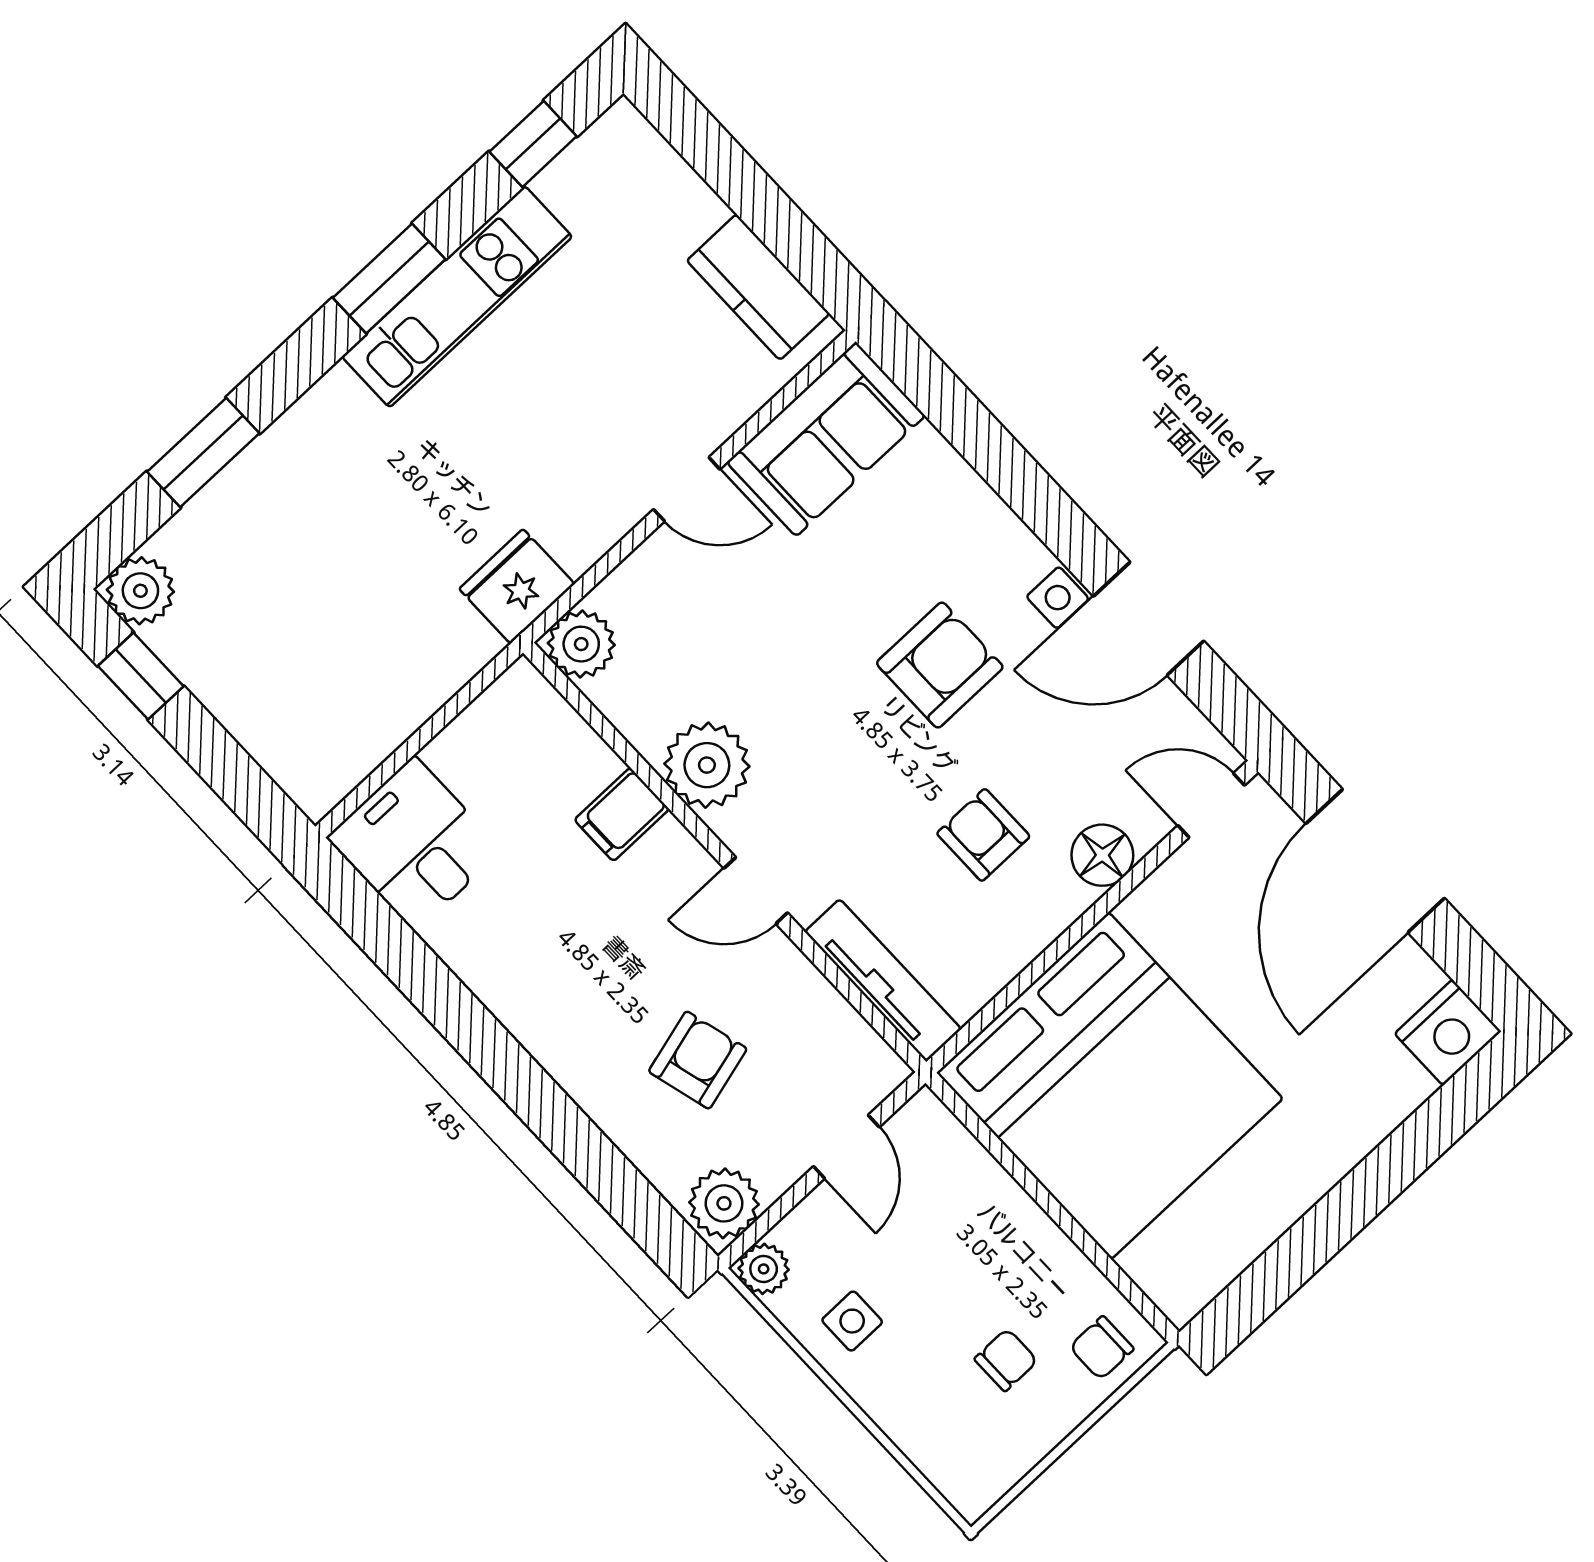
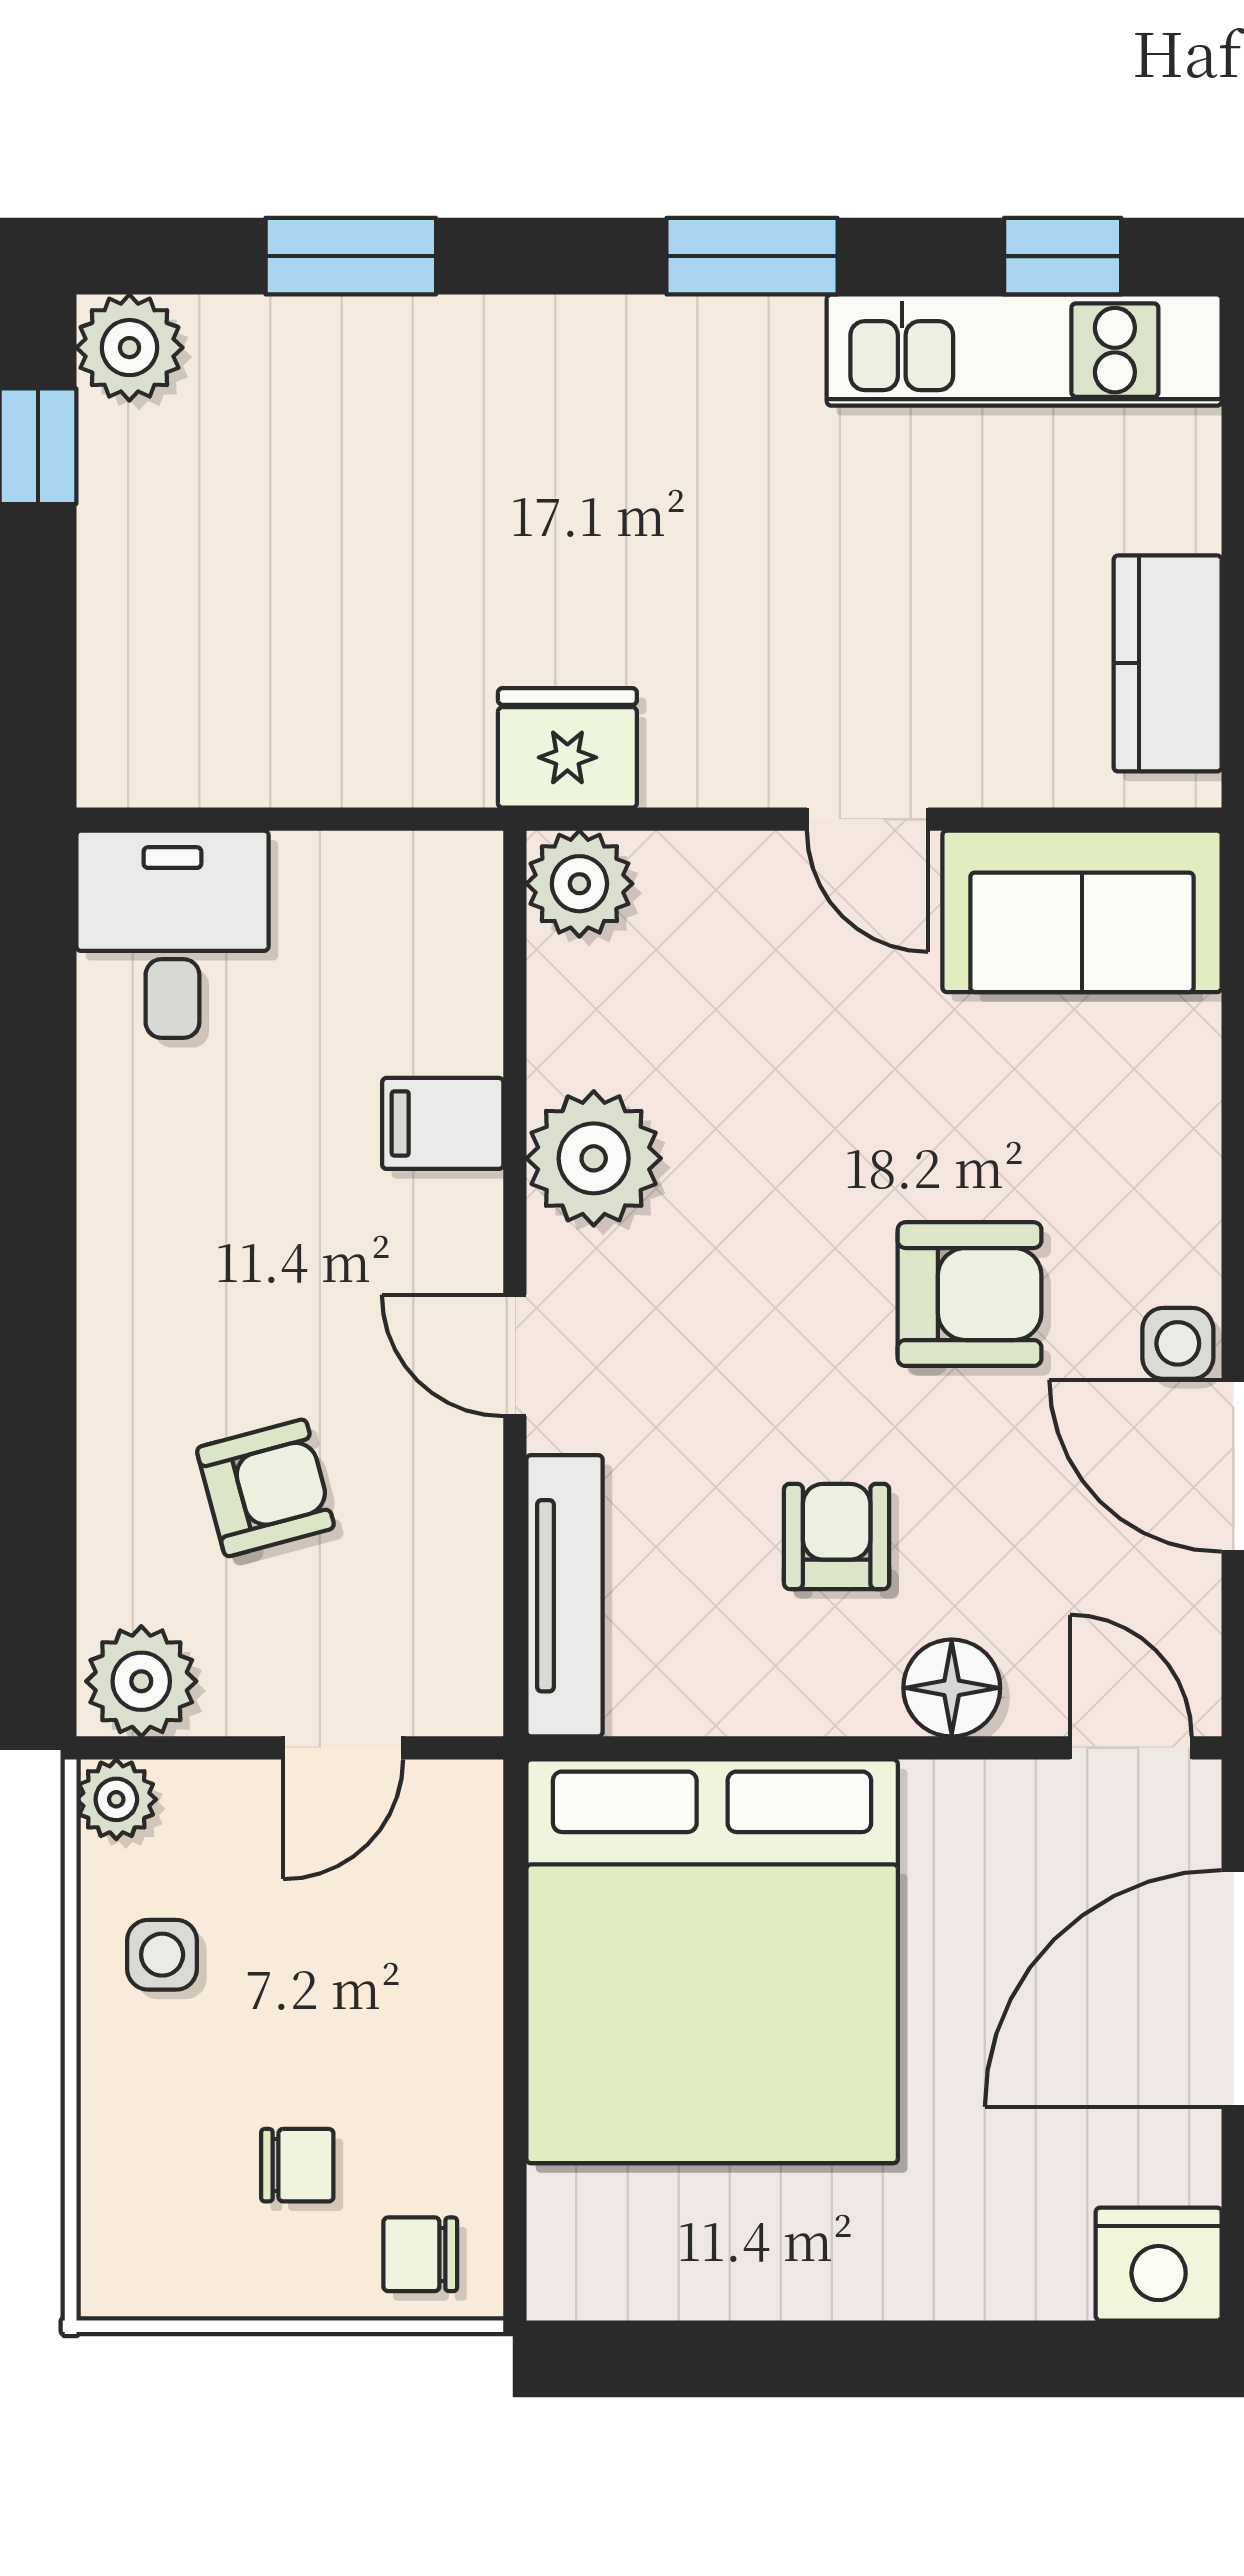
kitchen unit: (457, 297) -> (1024, 350), moved

